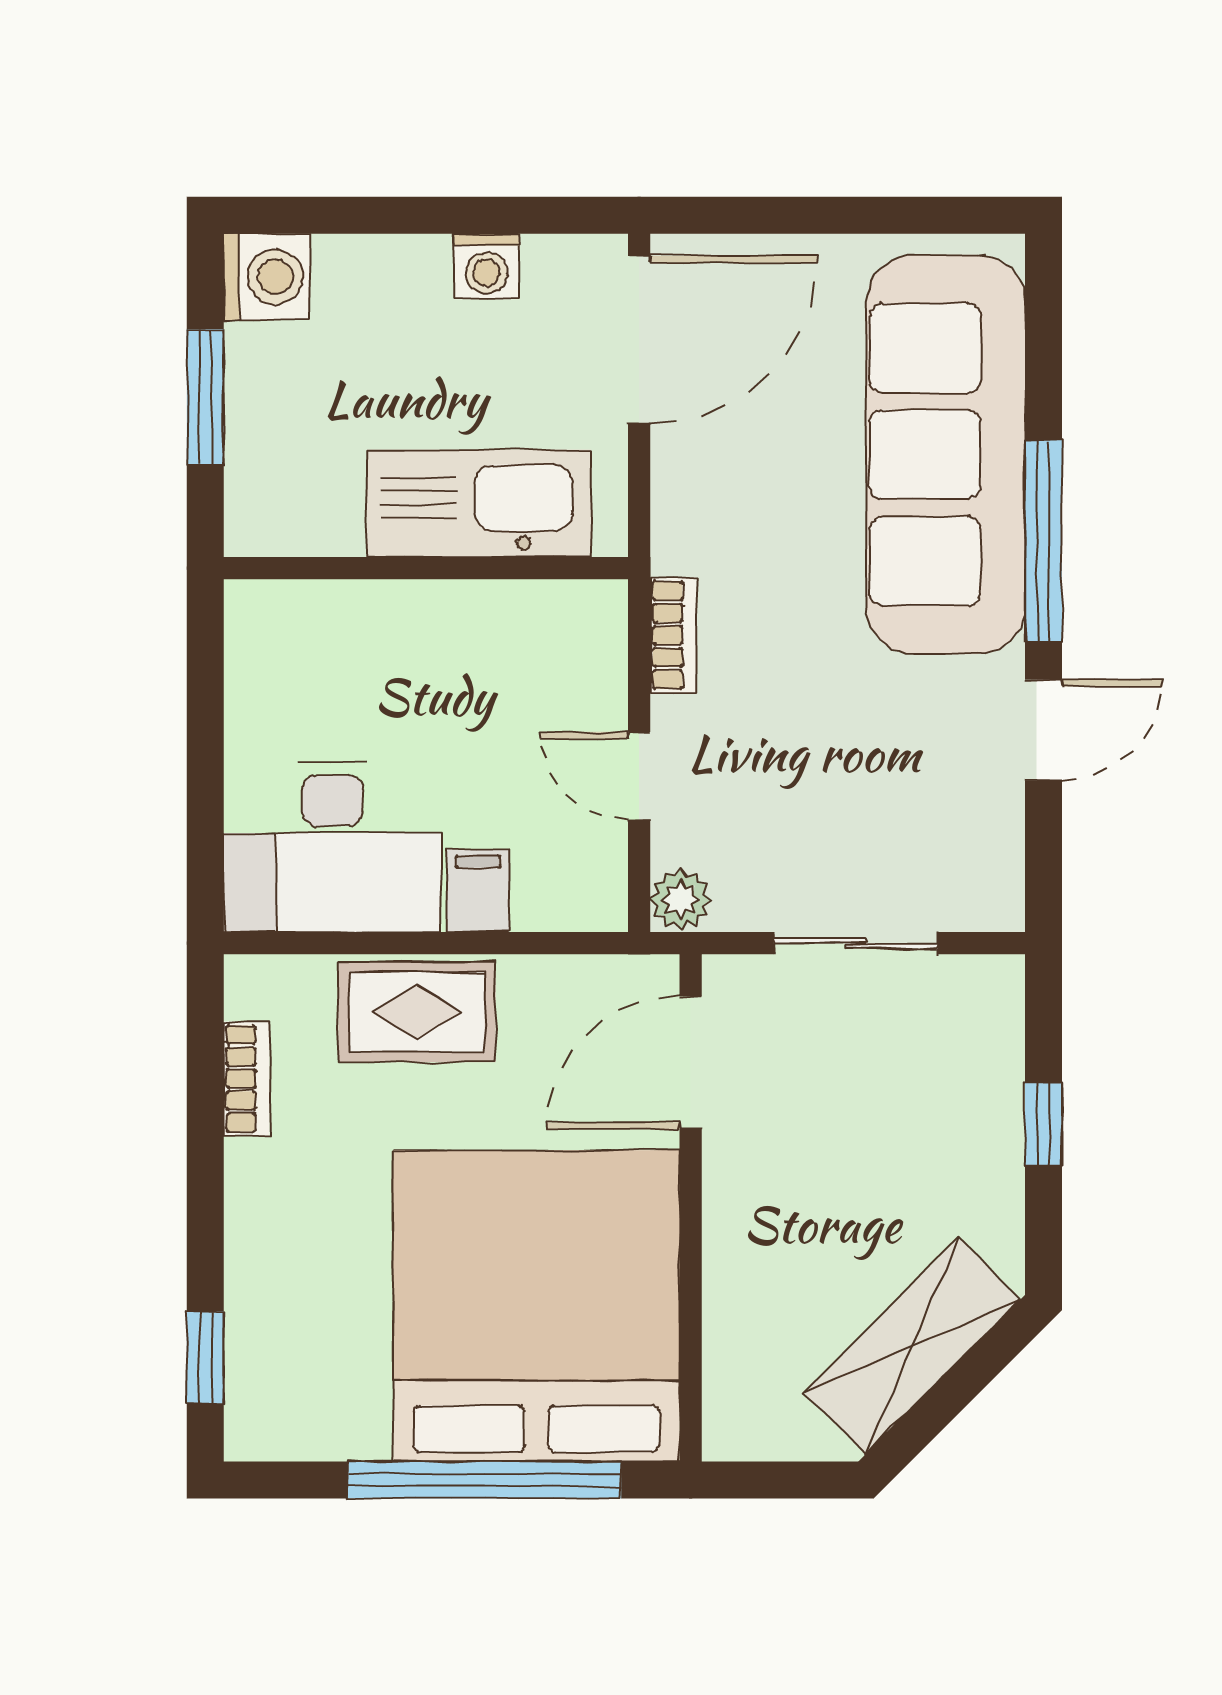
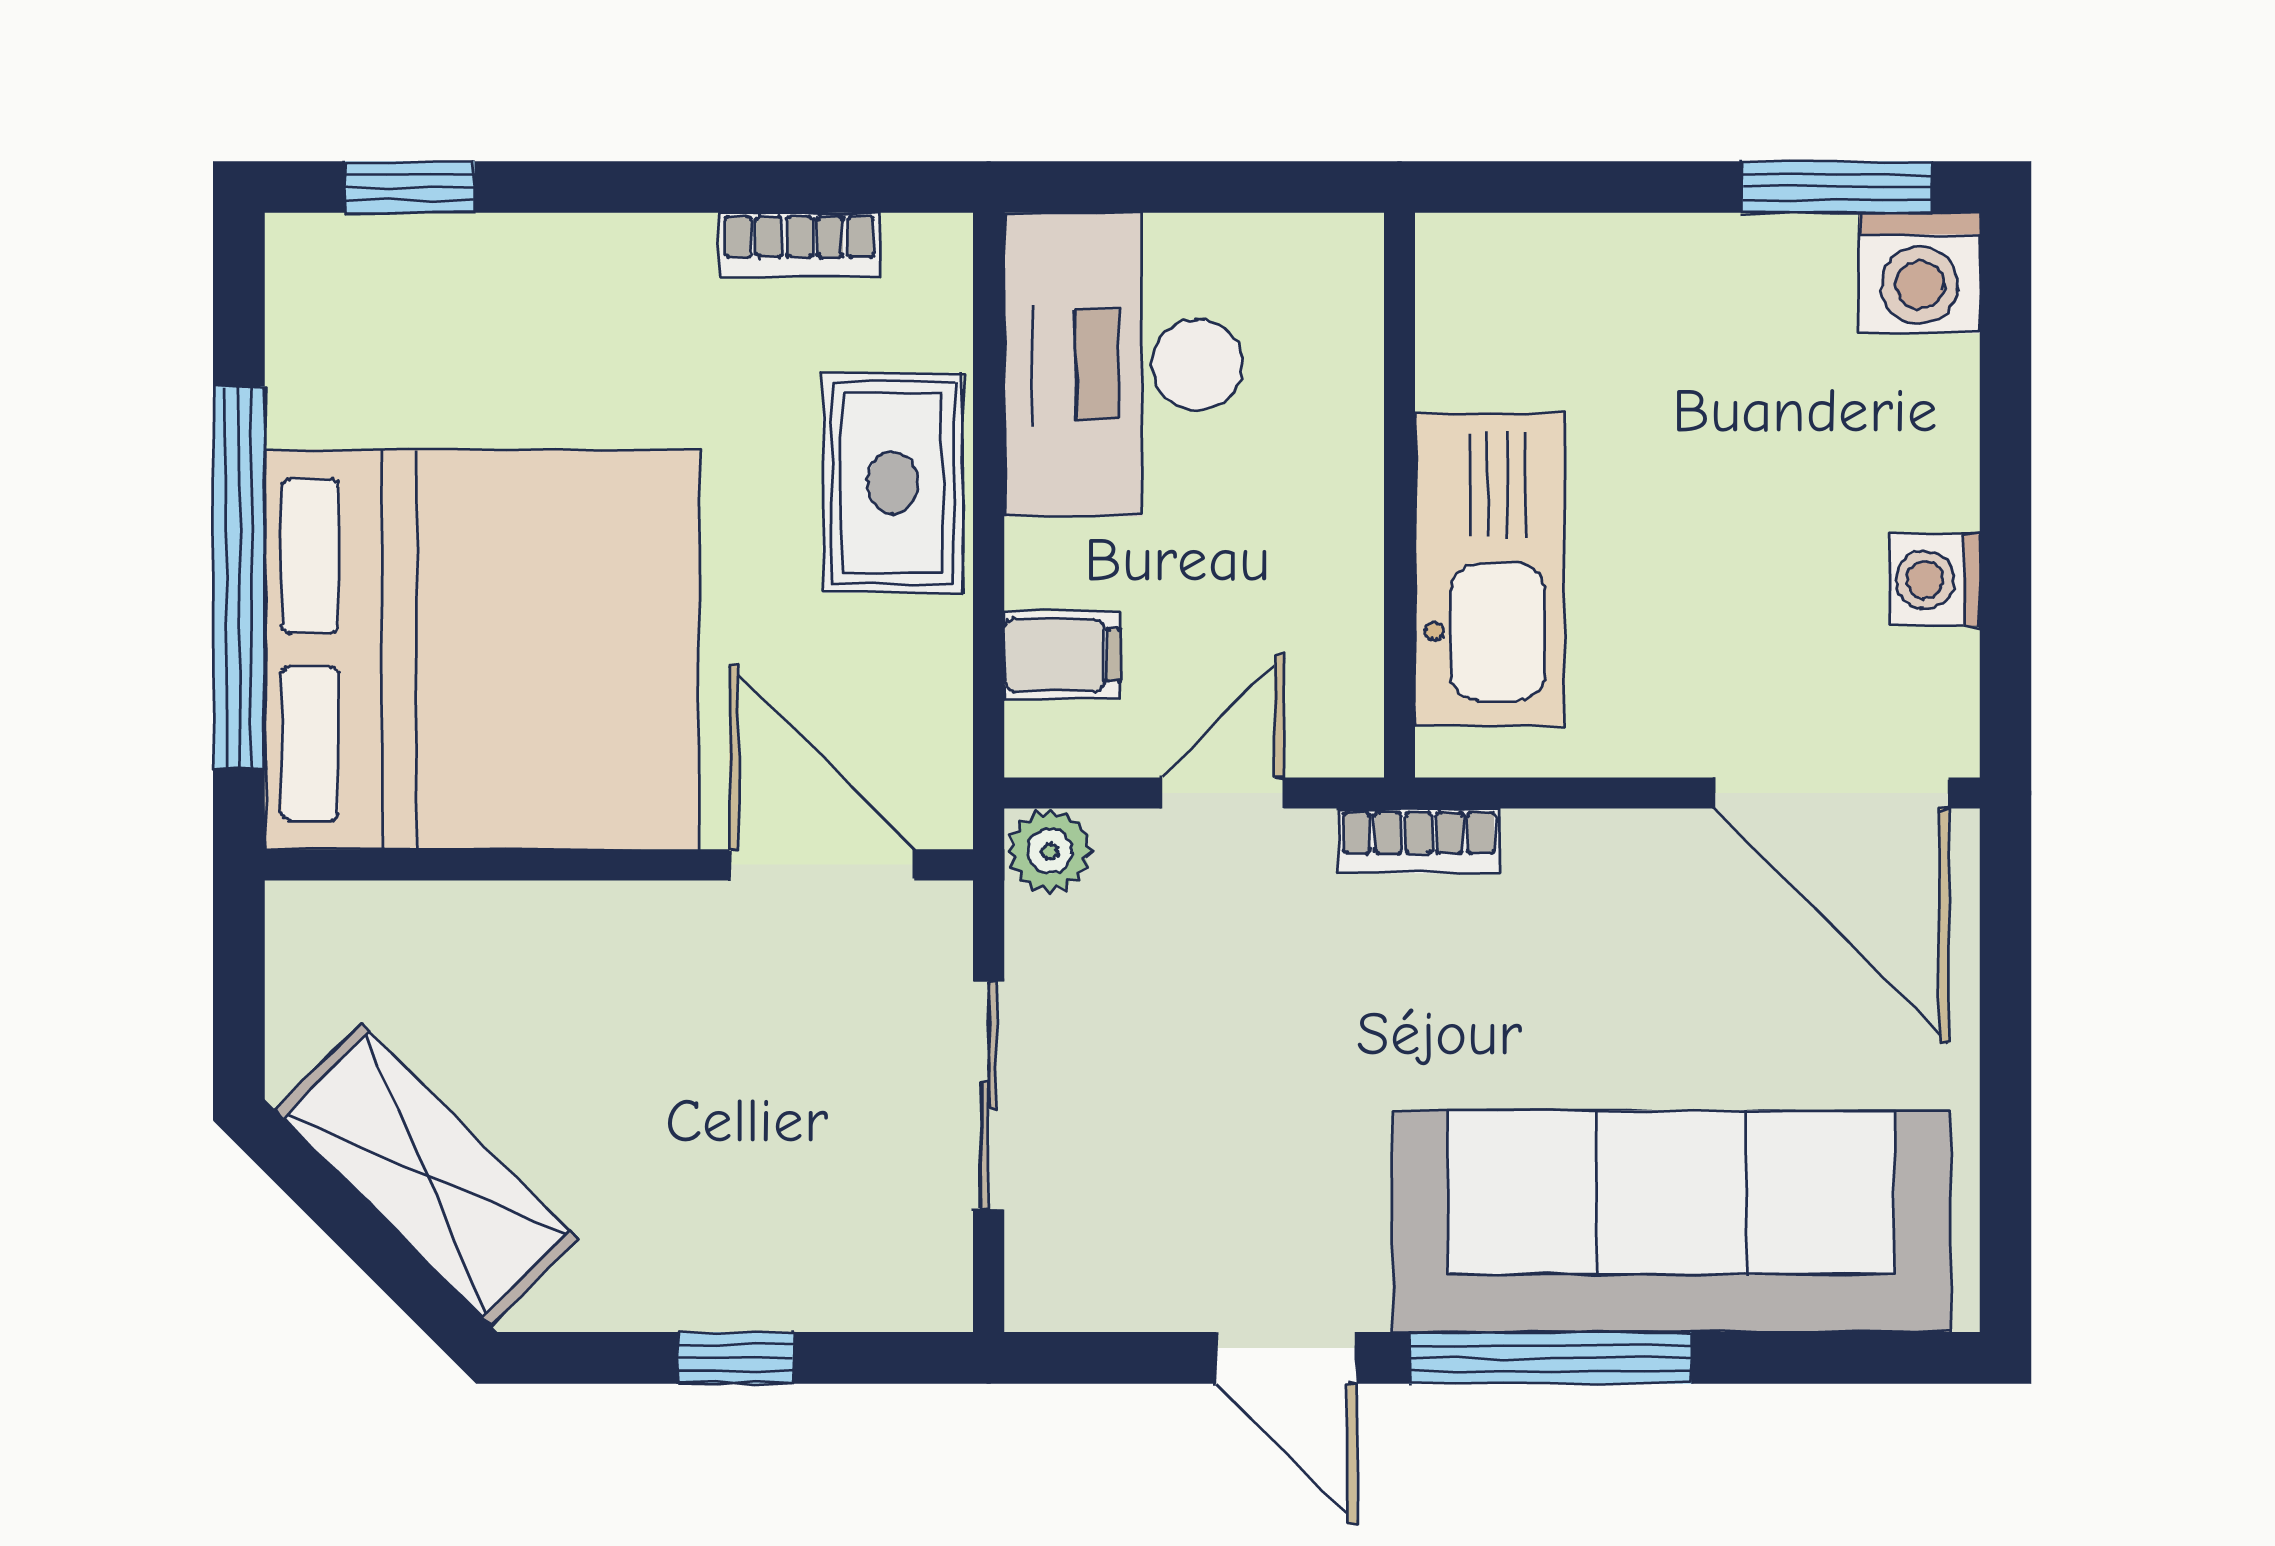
window: (205, 397) -> (1837, 187), moved
kitchen sink: (479, 503) -> (1490, 569), moved
wall: (426, 568) -> (1399, 495), moved
filing cabinet: (478, 891) -> (1062, 655), moved

